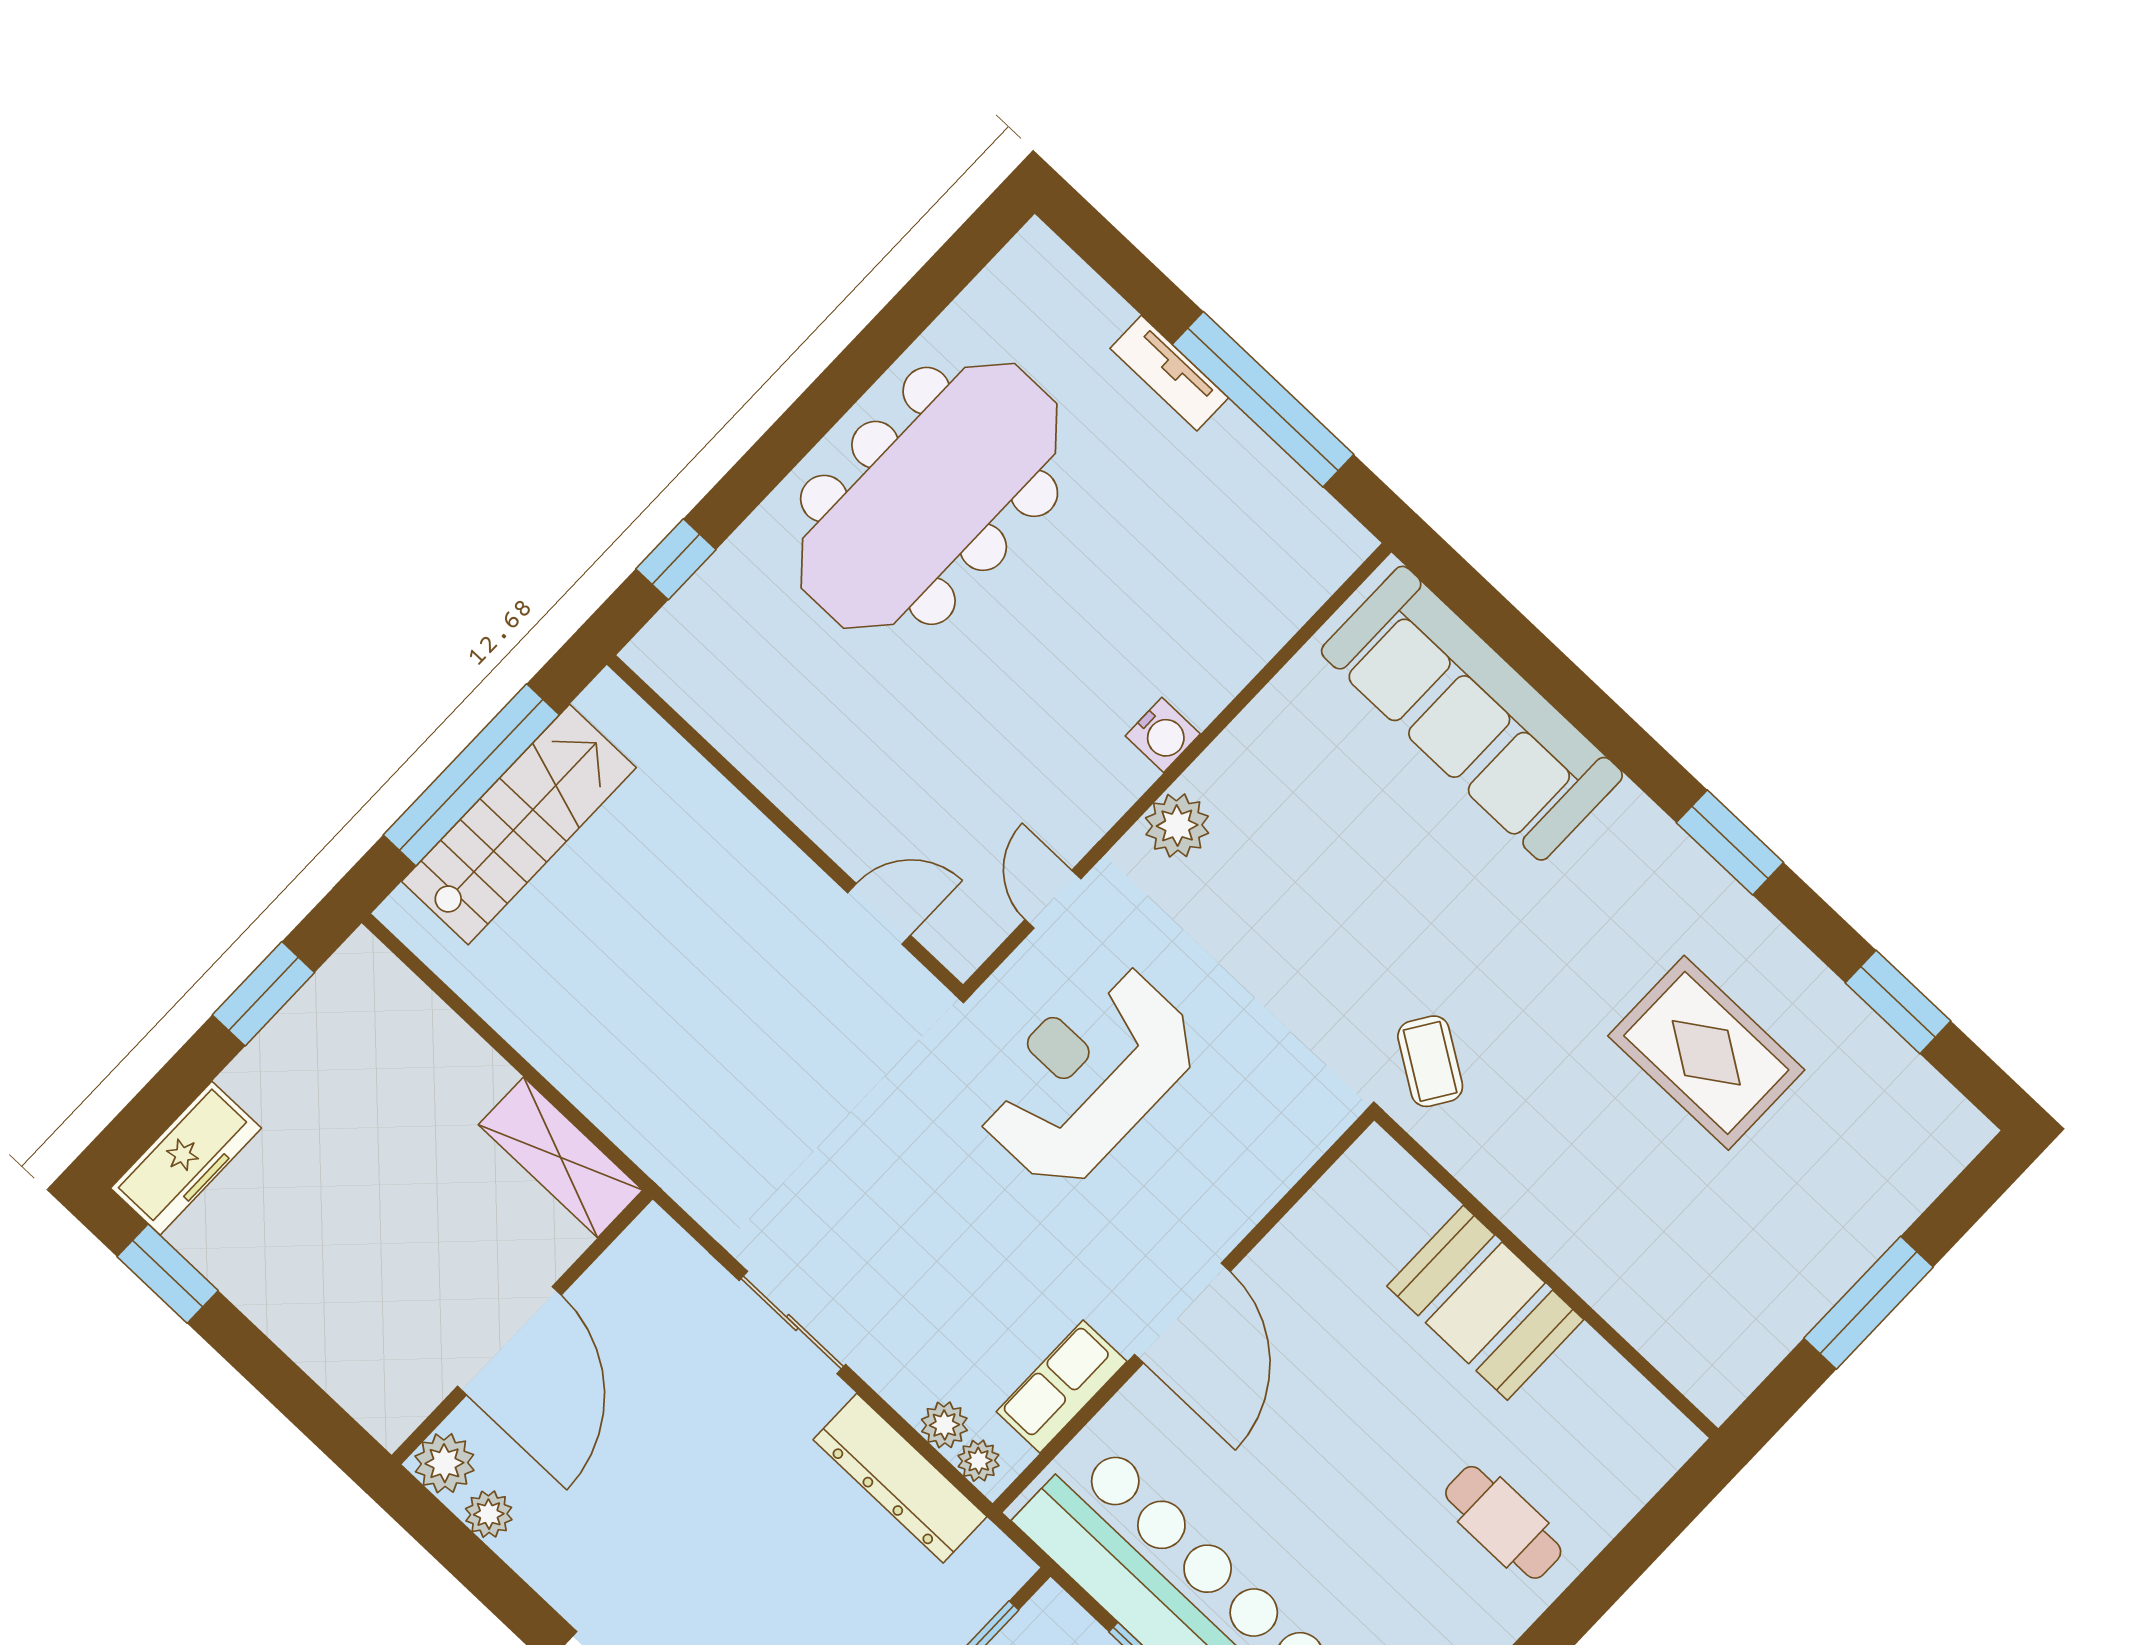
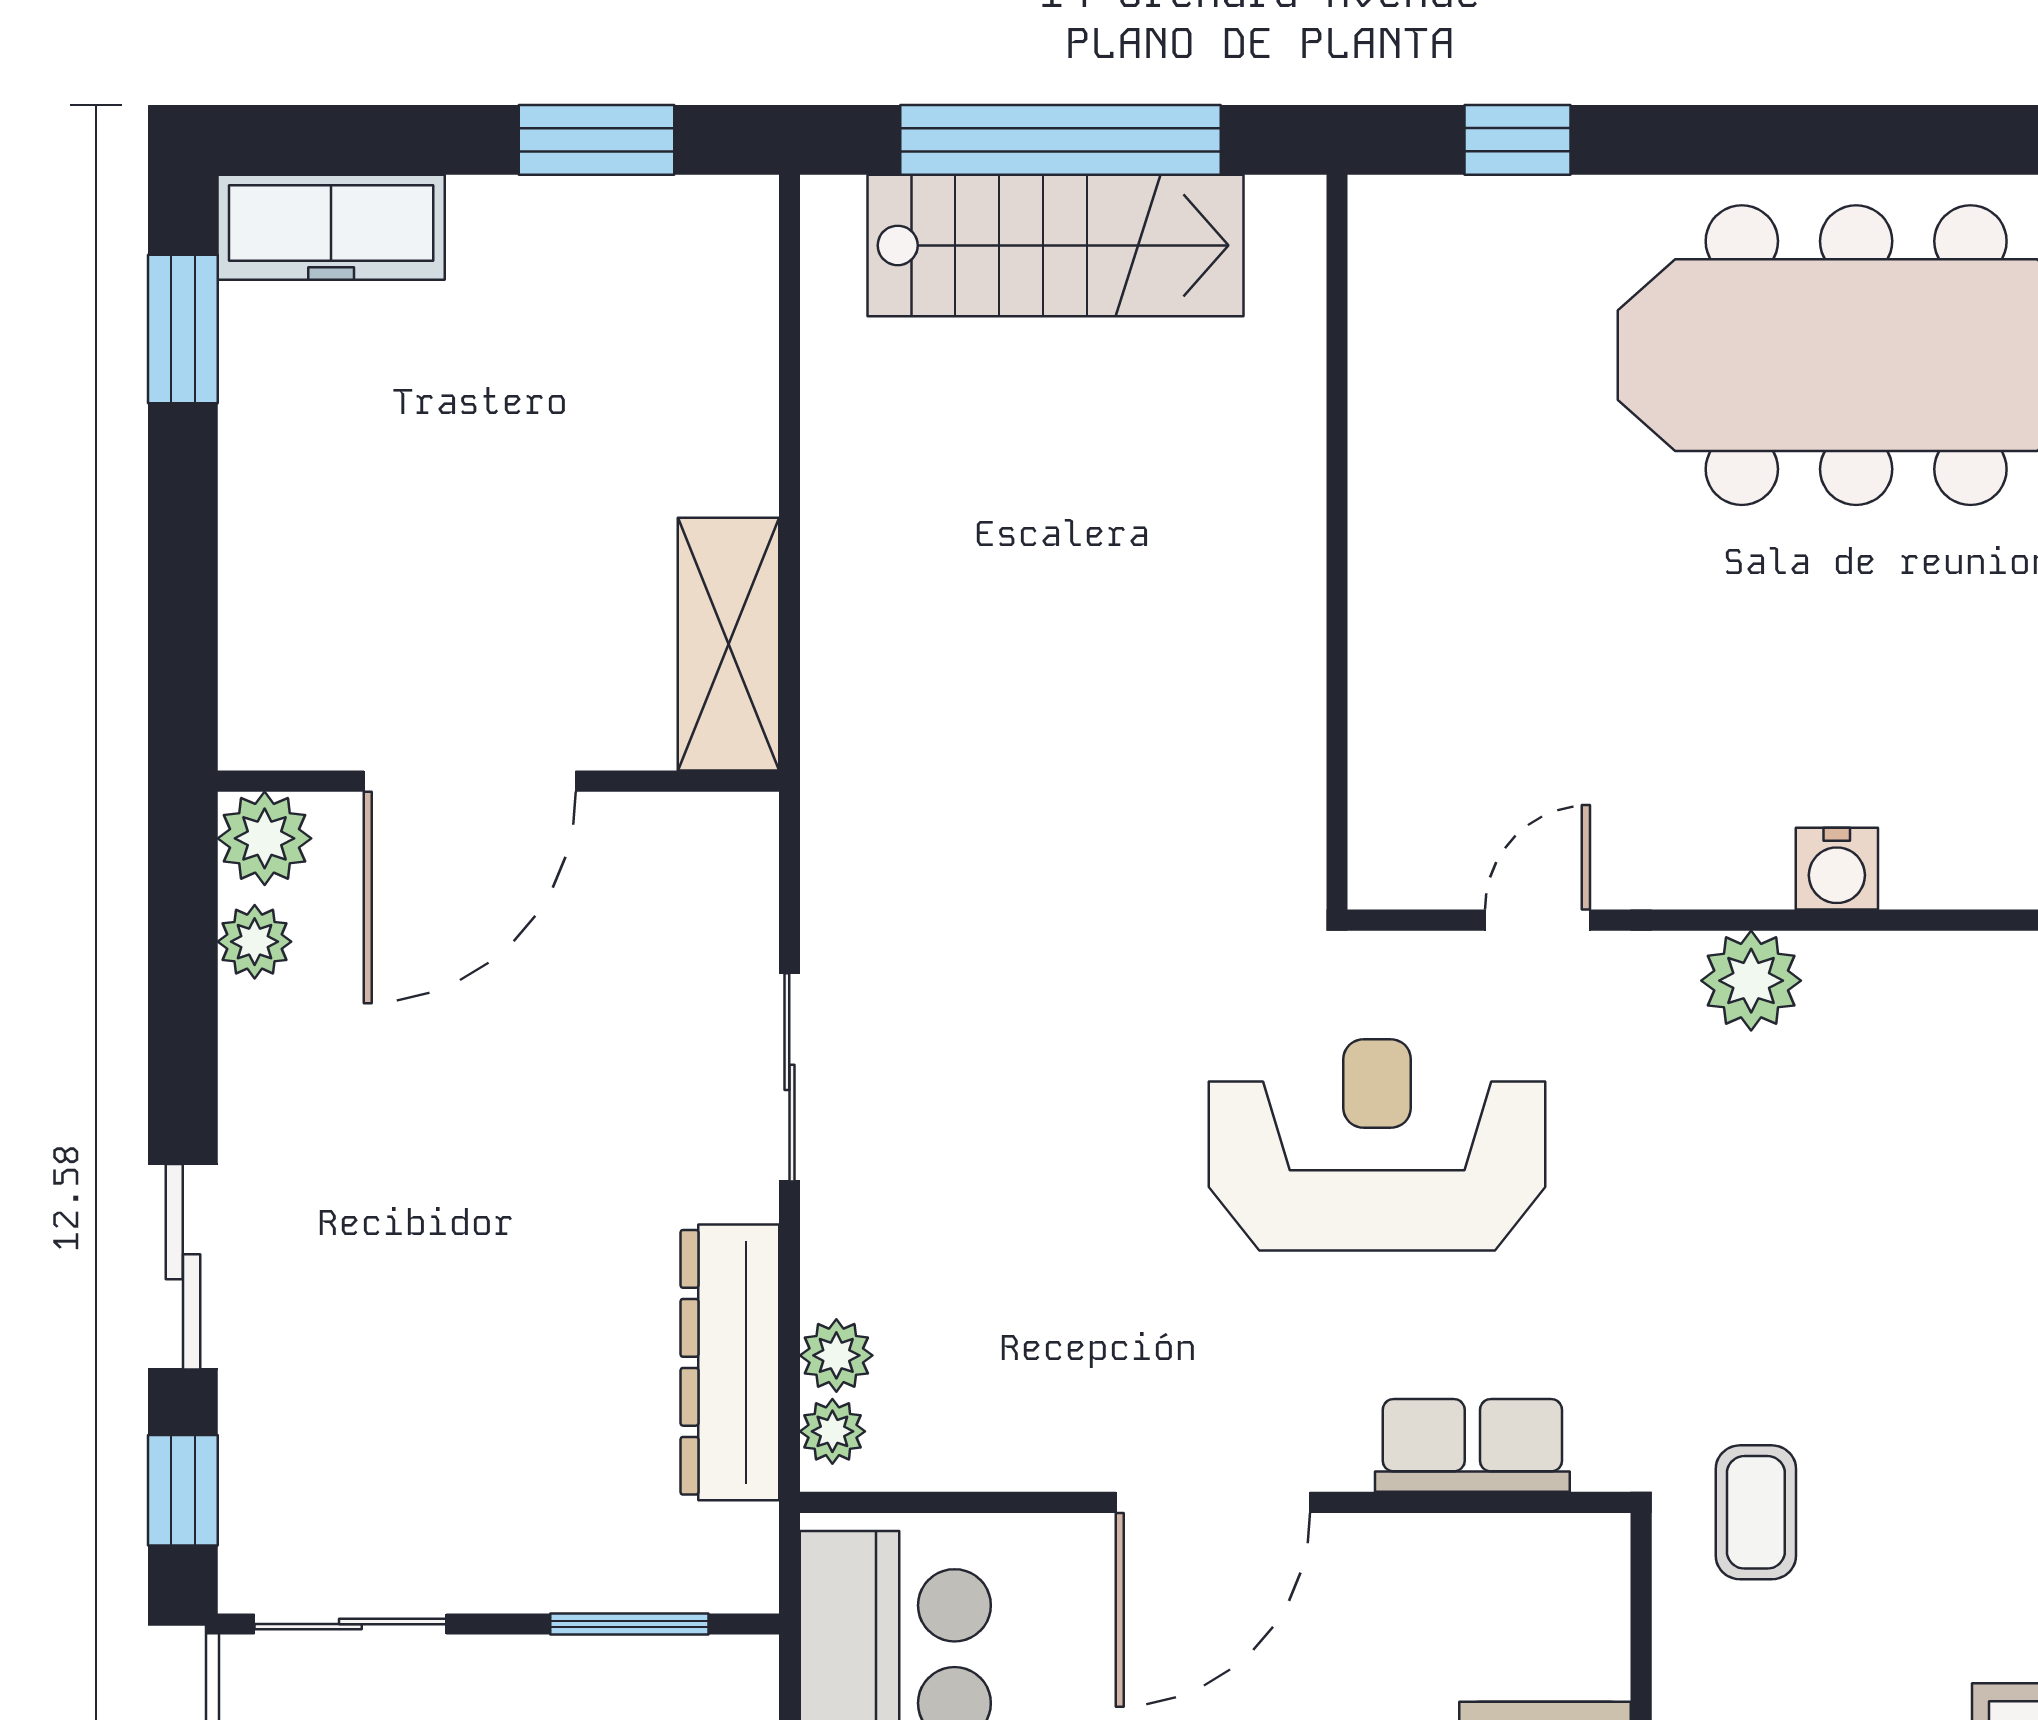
door: (879, 914) -> (1337, 742), removed
coffee table: (1430, 1061) -> (1756, 1512), turned -33
row of seats: (1062, 1386) -> (1472, 1445), moved

